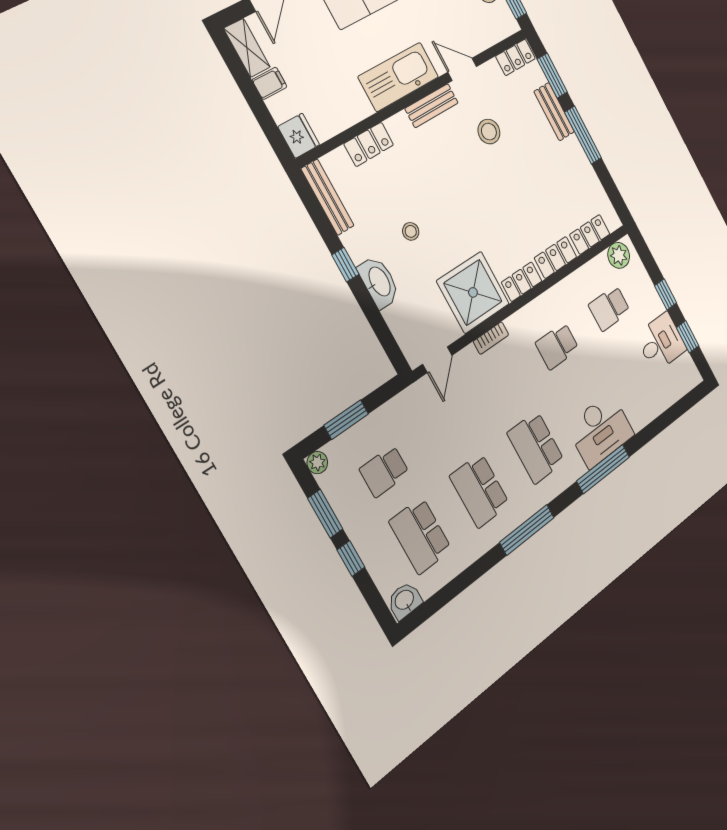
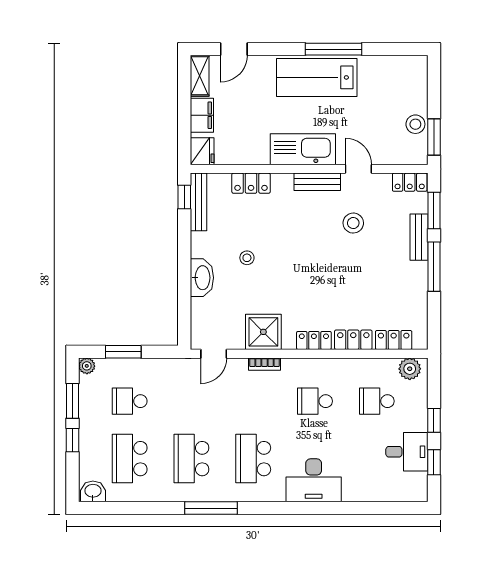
filing cabinet: (270, 83) -> (202, 115), width x2.00
window: (345, 265) -> (184, 197), moved
shower: (473, 292) -> (263, 332), width x0.73, depth x0.73
window: (603, 469) -> (298, 508), removed

